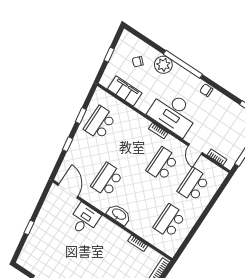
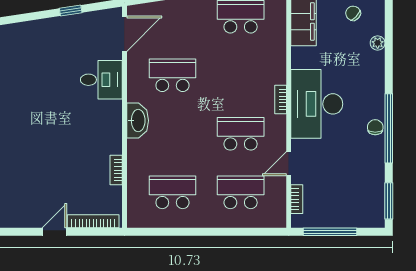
window: (183, 64) -> (389, 128), moved
plant: (163, 65) -> (378, 43), width x0.53, depth x0.53
window: (29, 227) -> (71, 10), moved

